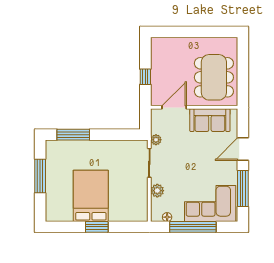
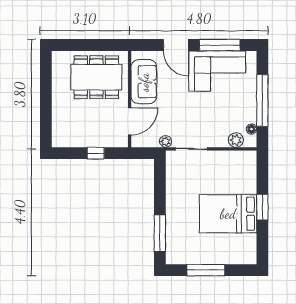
door: (174, 107) -> (130, 121), swing flipped
plant: (157, 191) -> (236, 140), moved
corner sofa: (210, 204) -> (217, 71), moved, turned -90

